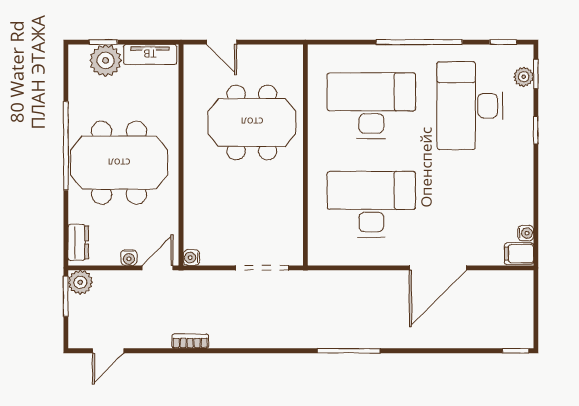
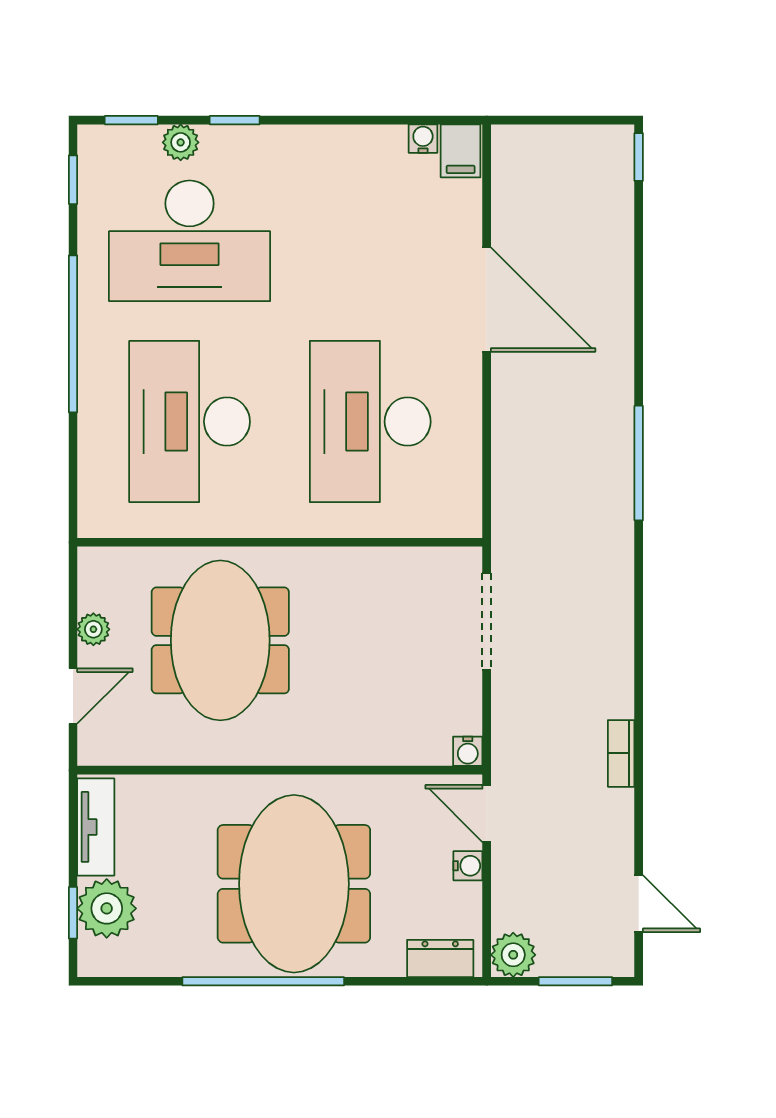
plant: (258, 53) -> (93, 629), added
plant: (524, 77) -> (181, 142), moved
window: (66, 296) -> (575, 981), moved

